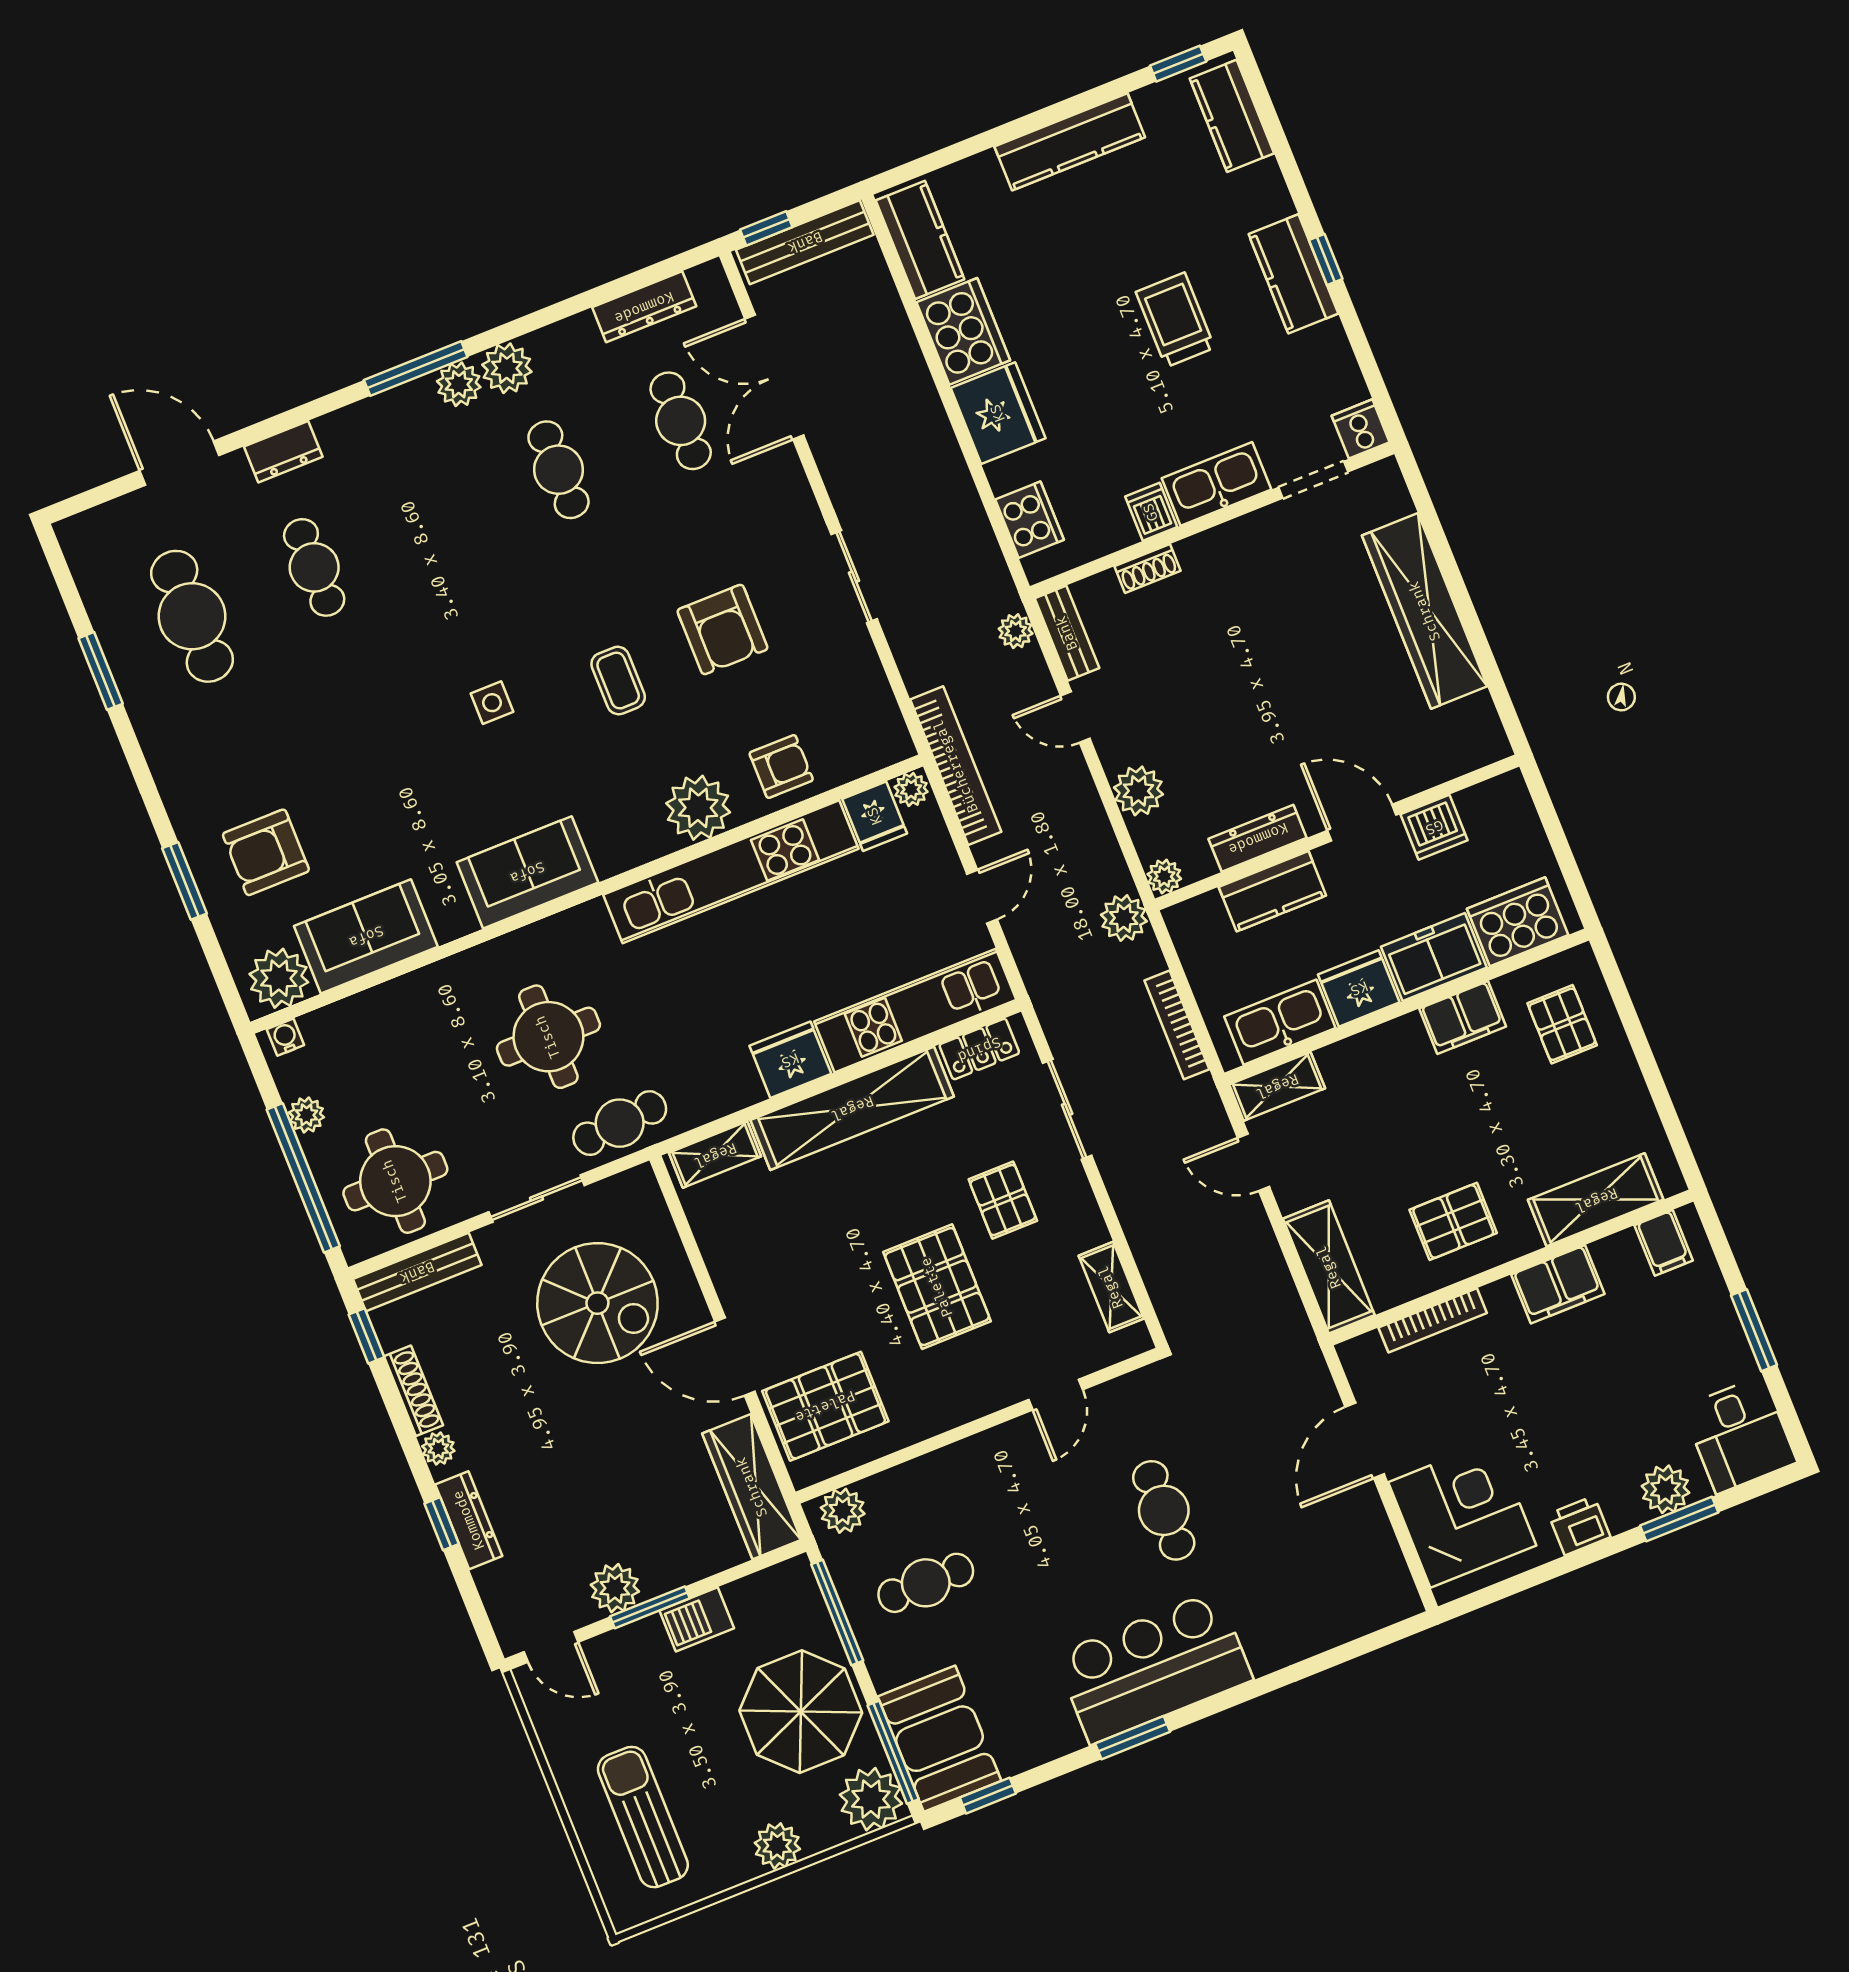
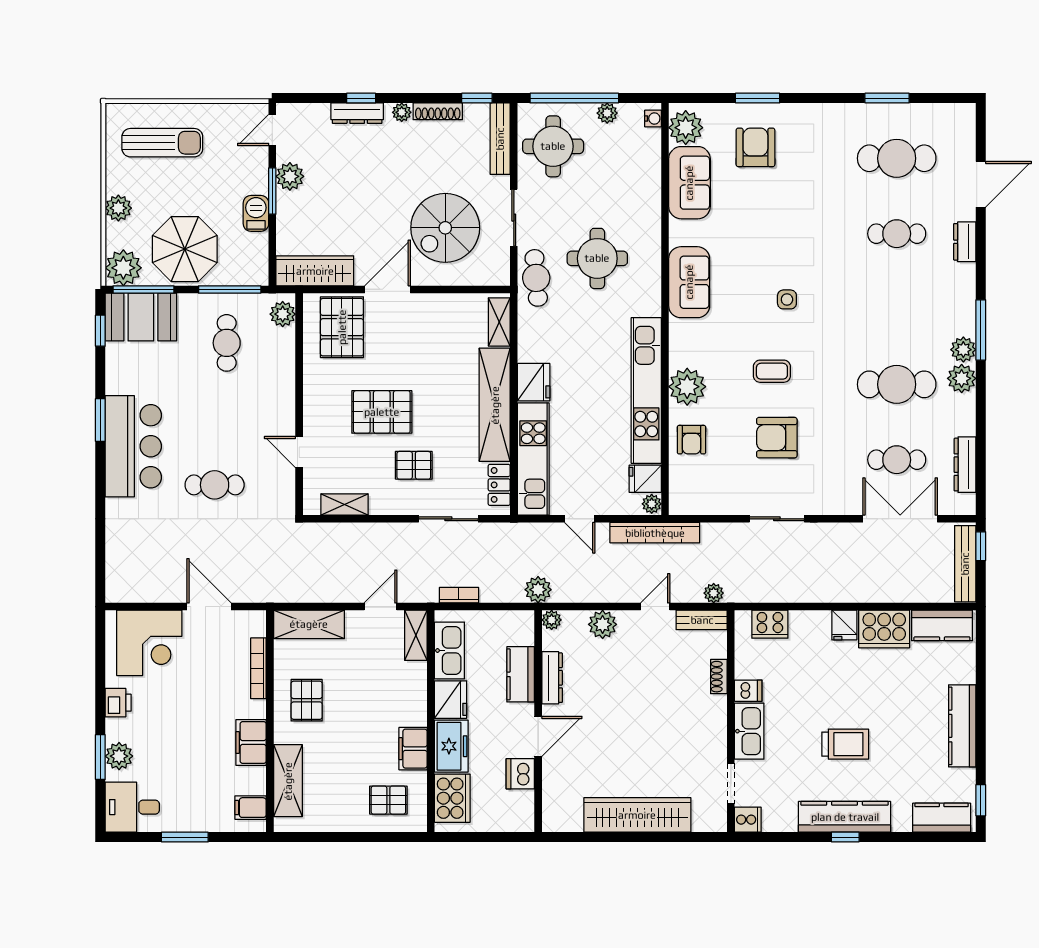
kitchen counter: (1293, 274) -> (845, 817), width x1.50
fridge: (998, 413) -> (844, 625), width x0.53, depth x0.75
cafe table: (558, 470) -> (897, 384), width x1.37, depth x1.35
bookcase: (1177, 1025) -> (459, 595), width x0.64

